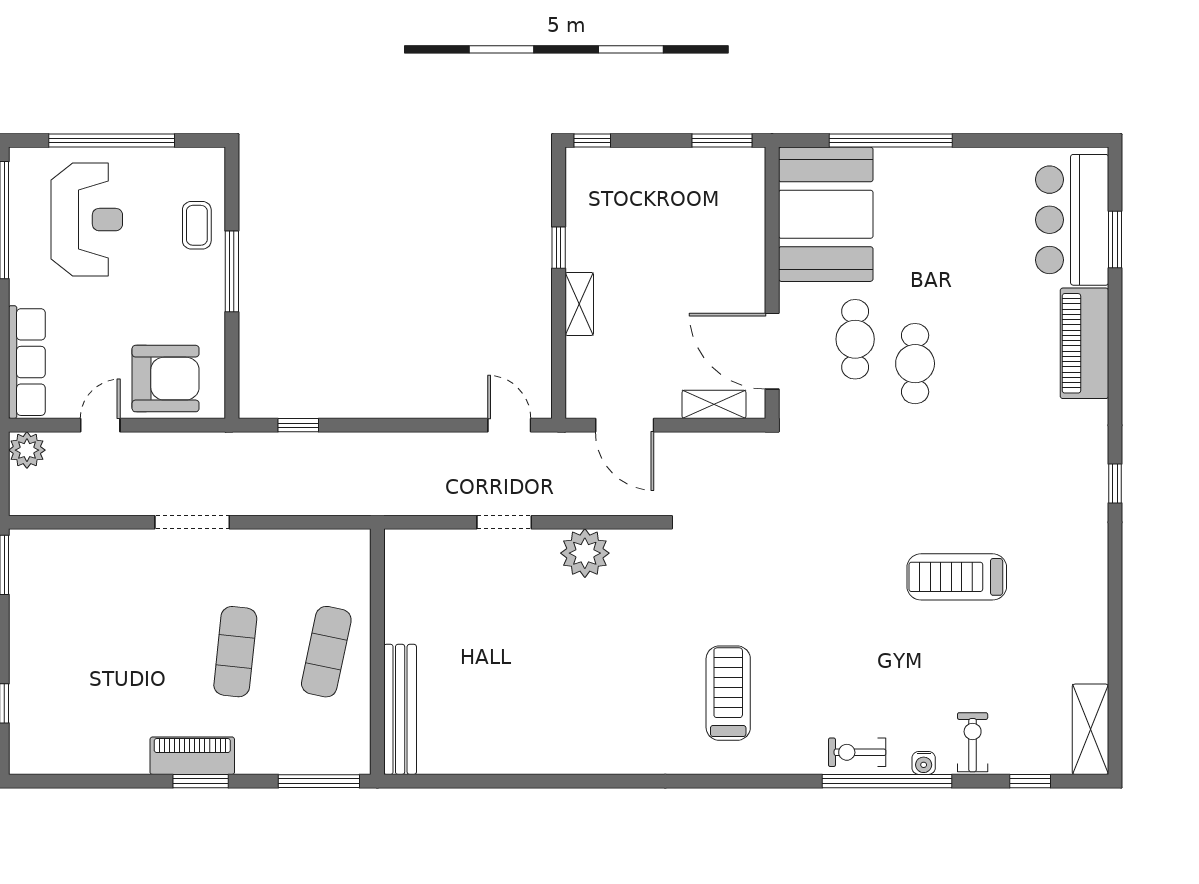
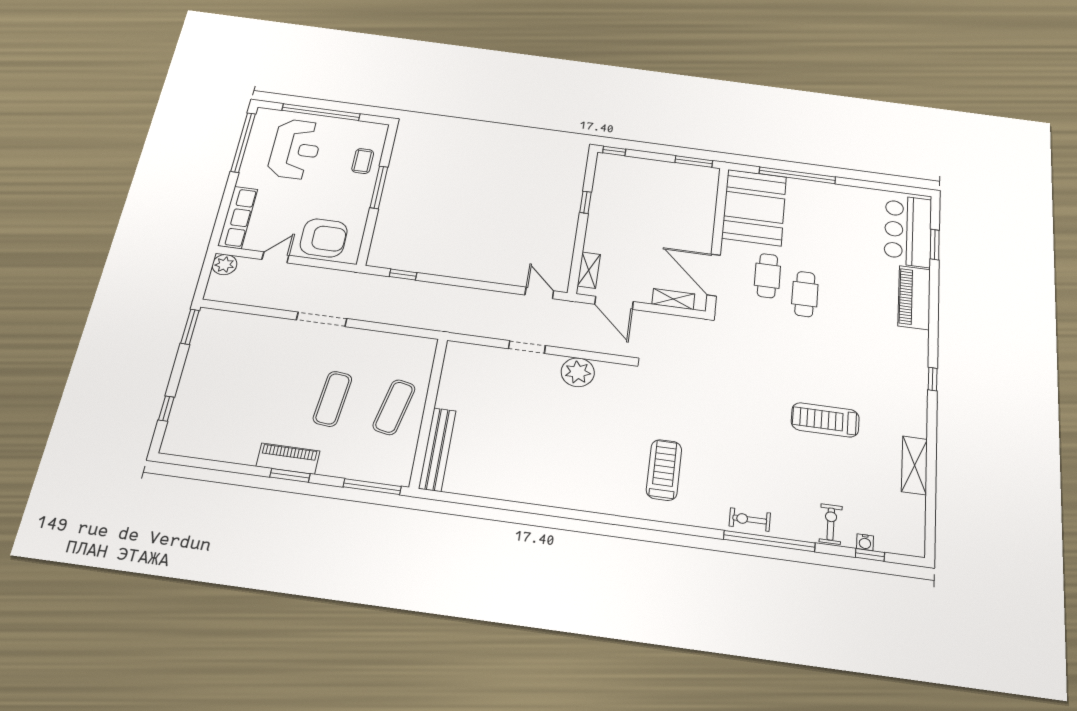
shelving: (579, 304) -> (589, 270), moved
shelving: (1090, 729) -> (914, 465), moved
water cooler: (924, 763) -> (865, 542), moved

